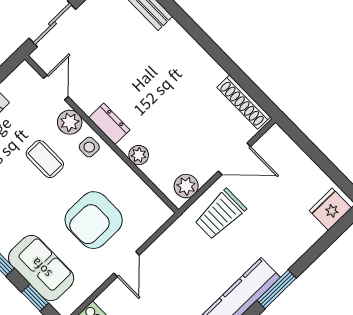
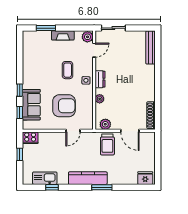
plant: (70, 122) -> (87, 37), moved
trolley: (220, 214) -> (107, 144), turned -90
armchair: (94, 220) -> (64, 106), turned 180
door: (127, 264) -> (73, 131), moved

